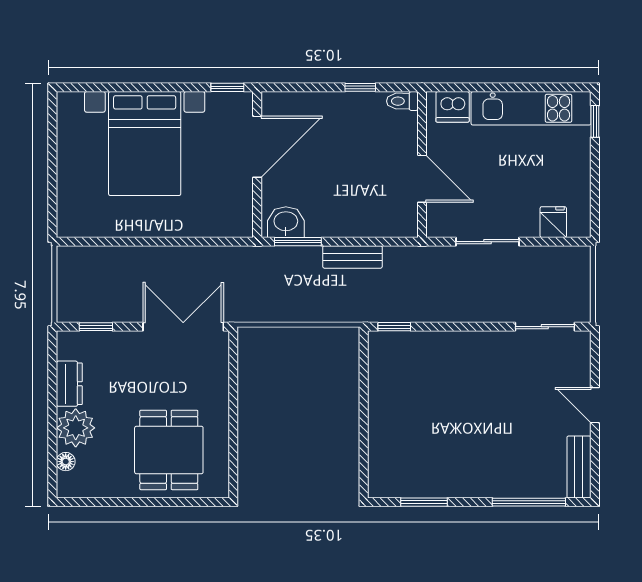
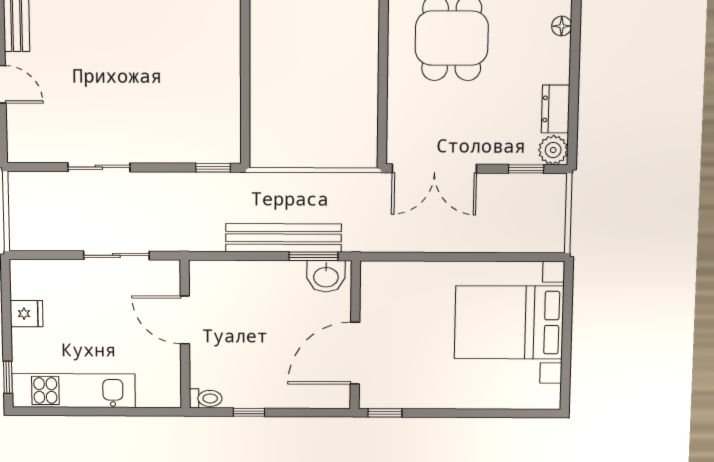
dishwasher: (453, 107) -> (154, 392), removed
bed with nightstands: (145, 144) -> (509, 322), moved, turned -90
fridge: (553, 222) -> (27, 314), moved, turned -90
bench: (352, 257) -> (284, 238), width x1.86, depth x1.21
sliding door: (545, 327) -> (99, 167), moved
plant: (76, 428) -> (553, 150), moved, width x0.73, depth x0.73

